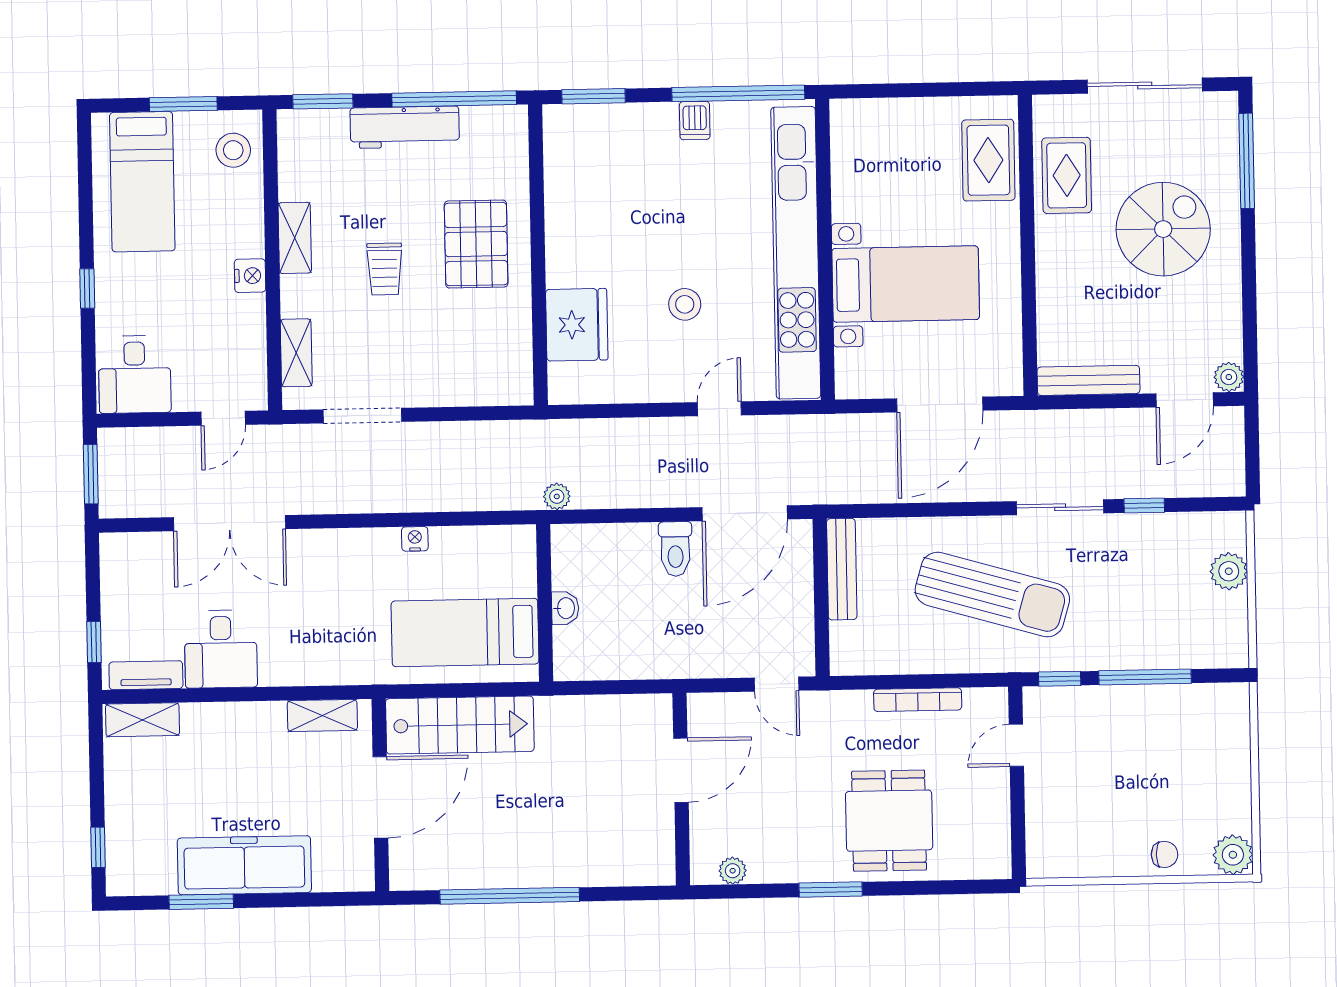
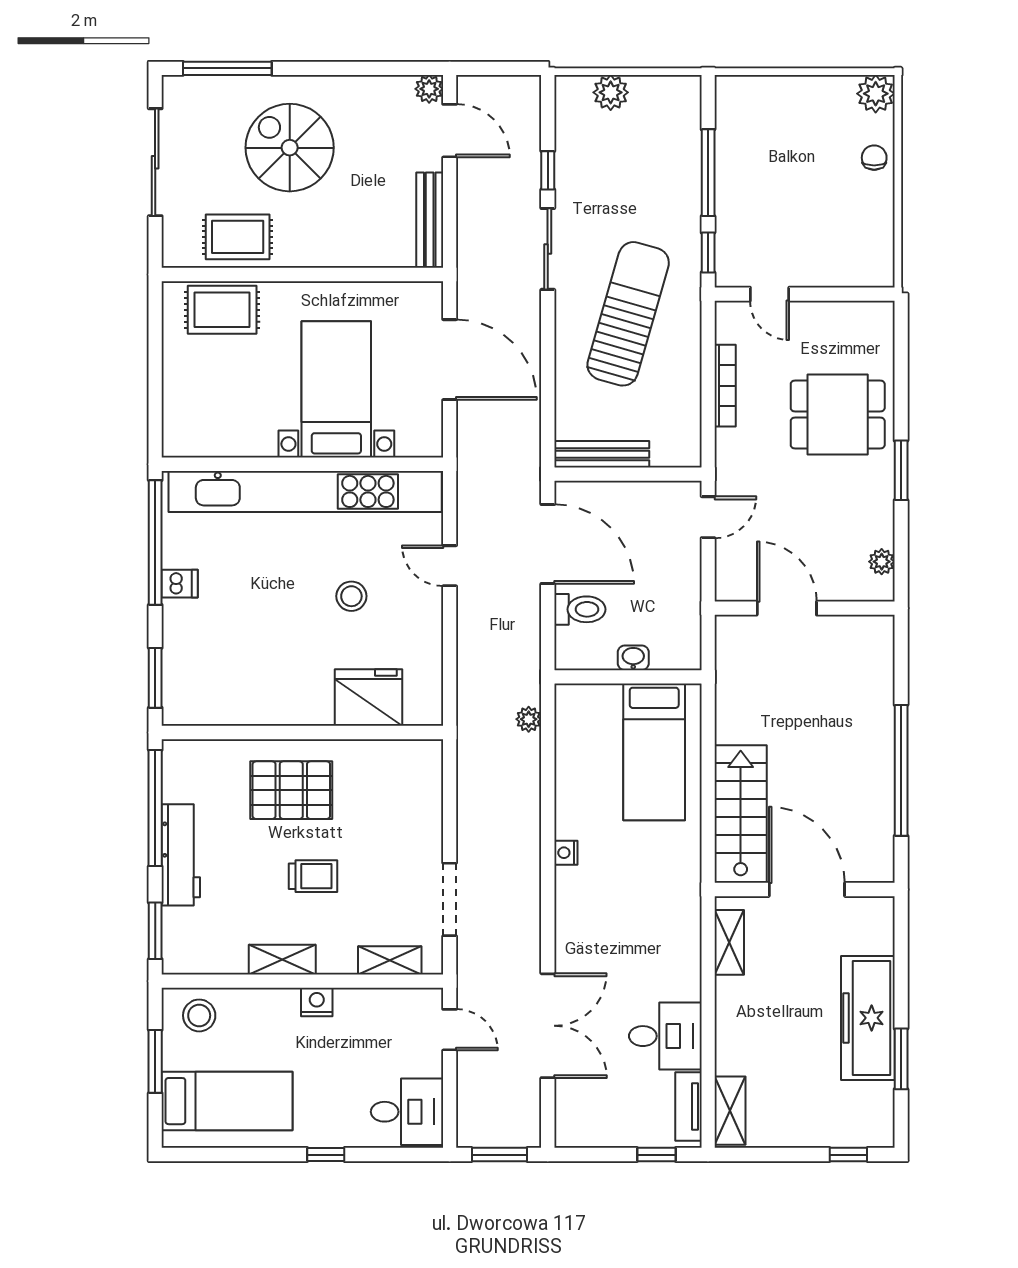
wall: (545, 603) -> (628, 677), moved
washbasin: (565, 608) -> (633, 658), moved
bed: (465, 632) -> (654, 752), moved

